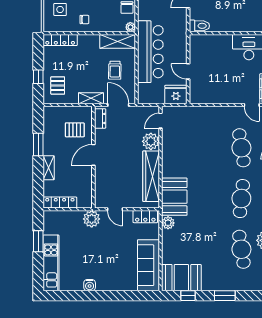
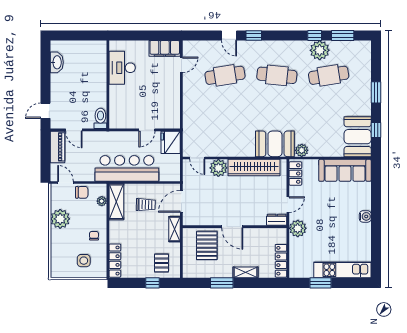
plant: (130, 27) -> (102, 201), moved
pallet: (58, 85) -> (161, 263), turned 90
dresser: (100, 118) -> (277, 220), moved
pallet: (75, 130) -> (207, 246), width x1.50, depth x1.42
water cooler: (90, 285) -> (365, 216), moved

